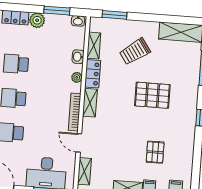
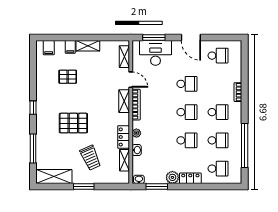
window: (114, 15) -> (84, 187), moved
trolley: (135, 52) -> (90, 158), turned 101
shelving: (90, 103) -> (124, 101), moved
pallet: (155, 152) -> (68, 77), turned 90

